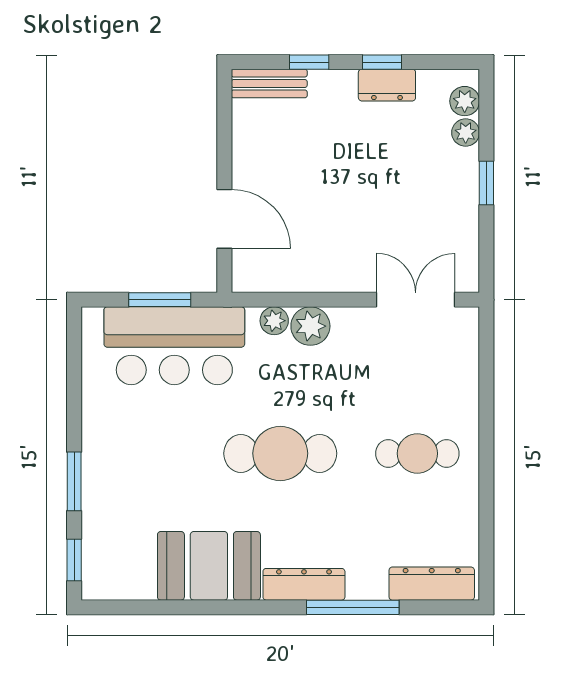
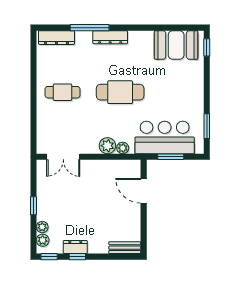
window: (309, 62) -> (49, 257), moved
window: (74, 481) -> (207, 126), moved
booth: (209, 566) -> (176, 45), moved

